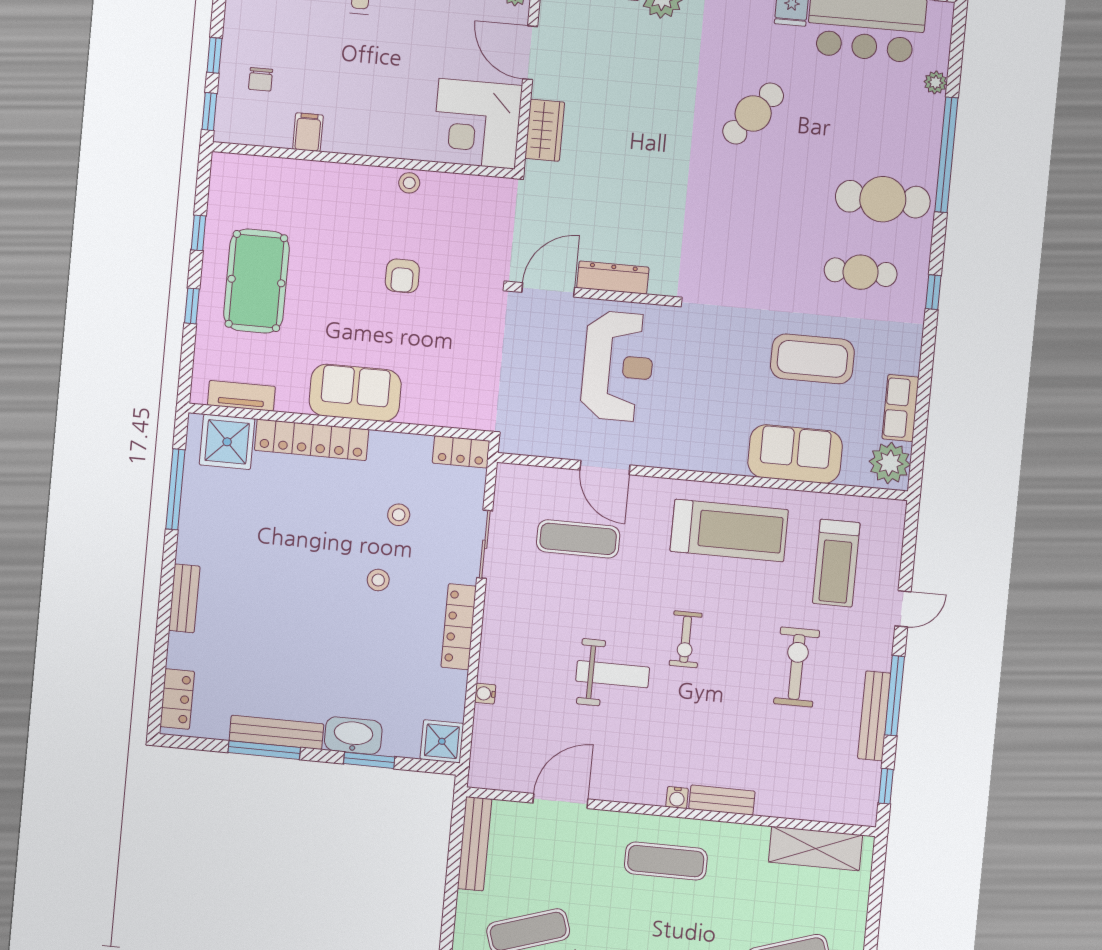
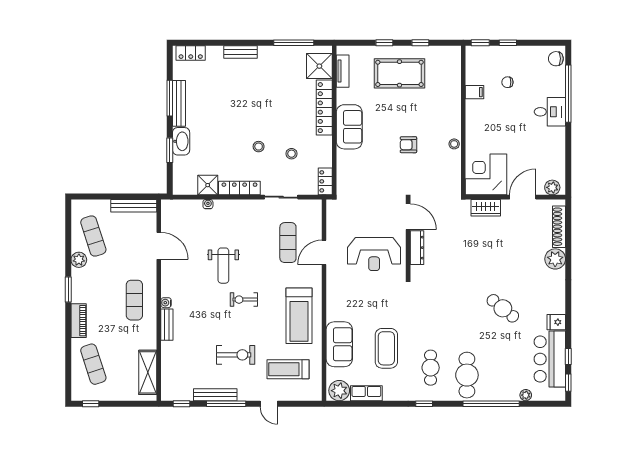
chair: (261, 79) -> (507, 82), moved
shower: (442, 741) -> (208, 185), moved

